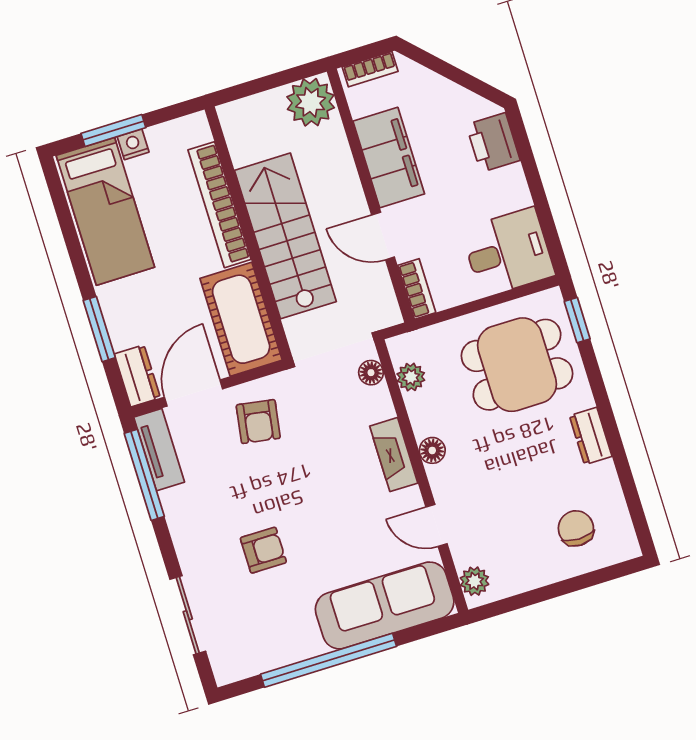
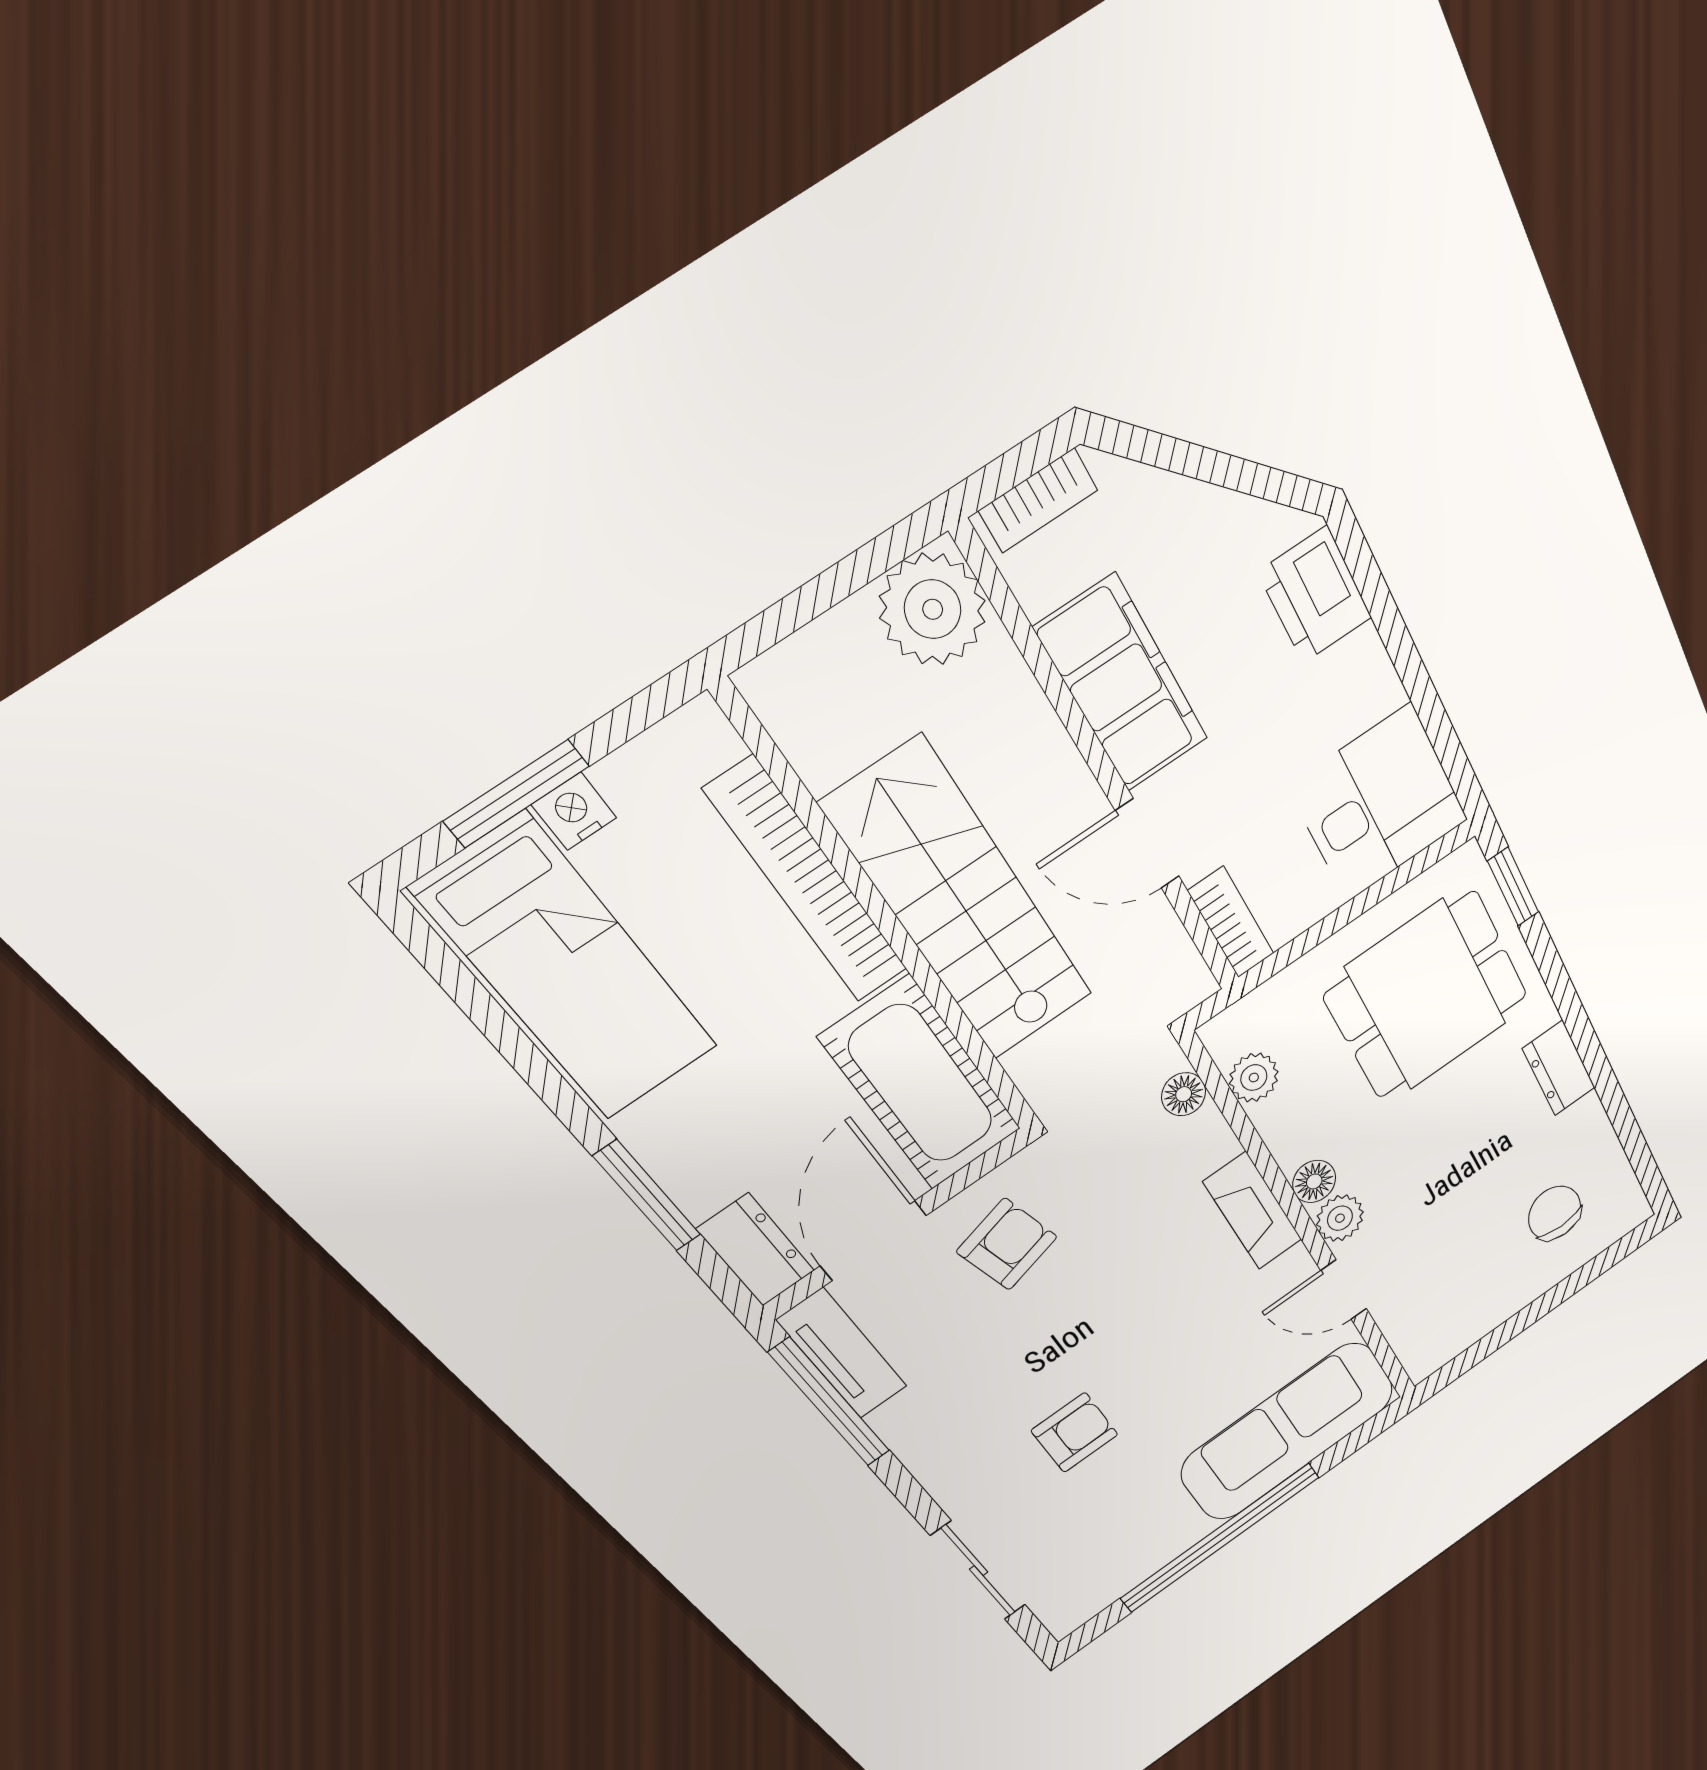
armchair: (258, 422) -> (1007, 1244), turned -114
plant: (474, 581) -> (1340, 1218), moved

